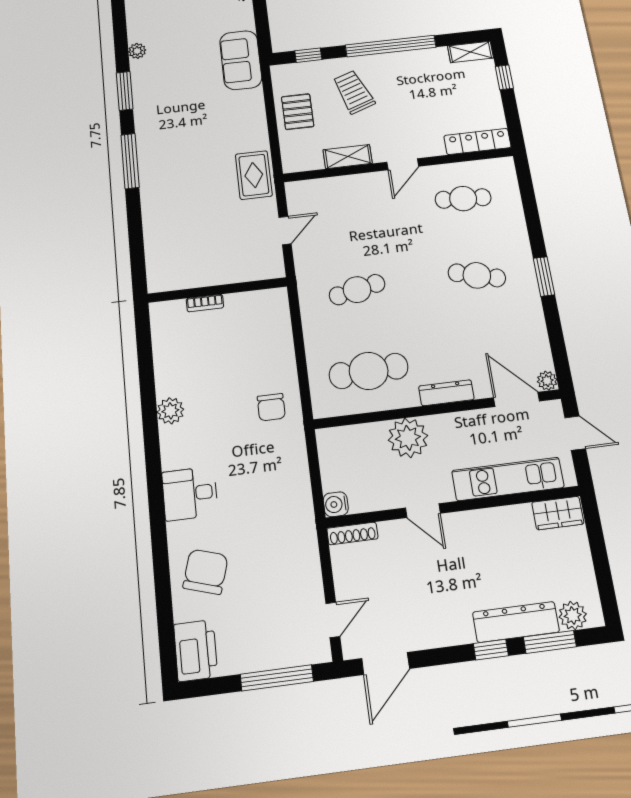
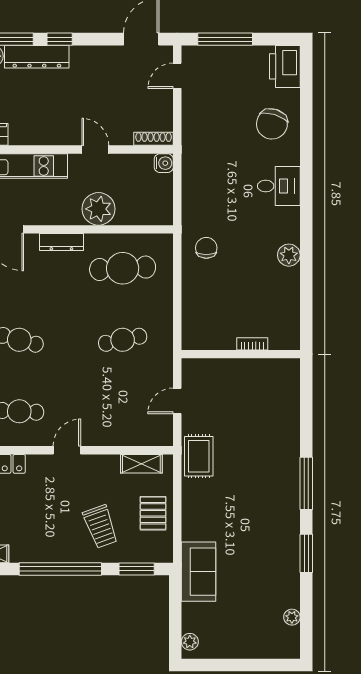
plant: (137, 51) -> (292, 617), moved
window: (308, 55) -> (137, 569), width x1.50
shelving: (348, 157) -> (141, 464), moved

